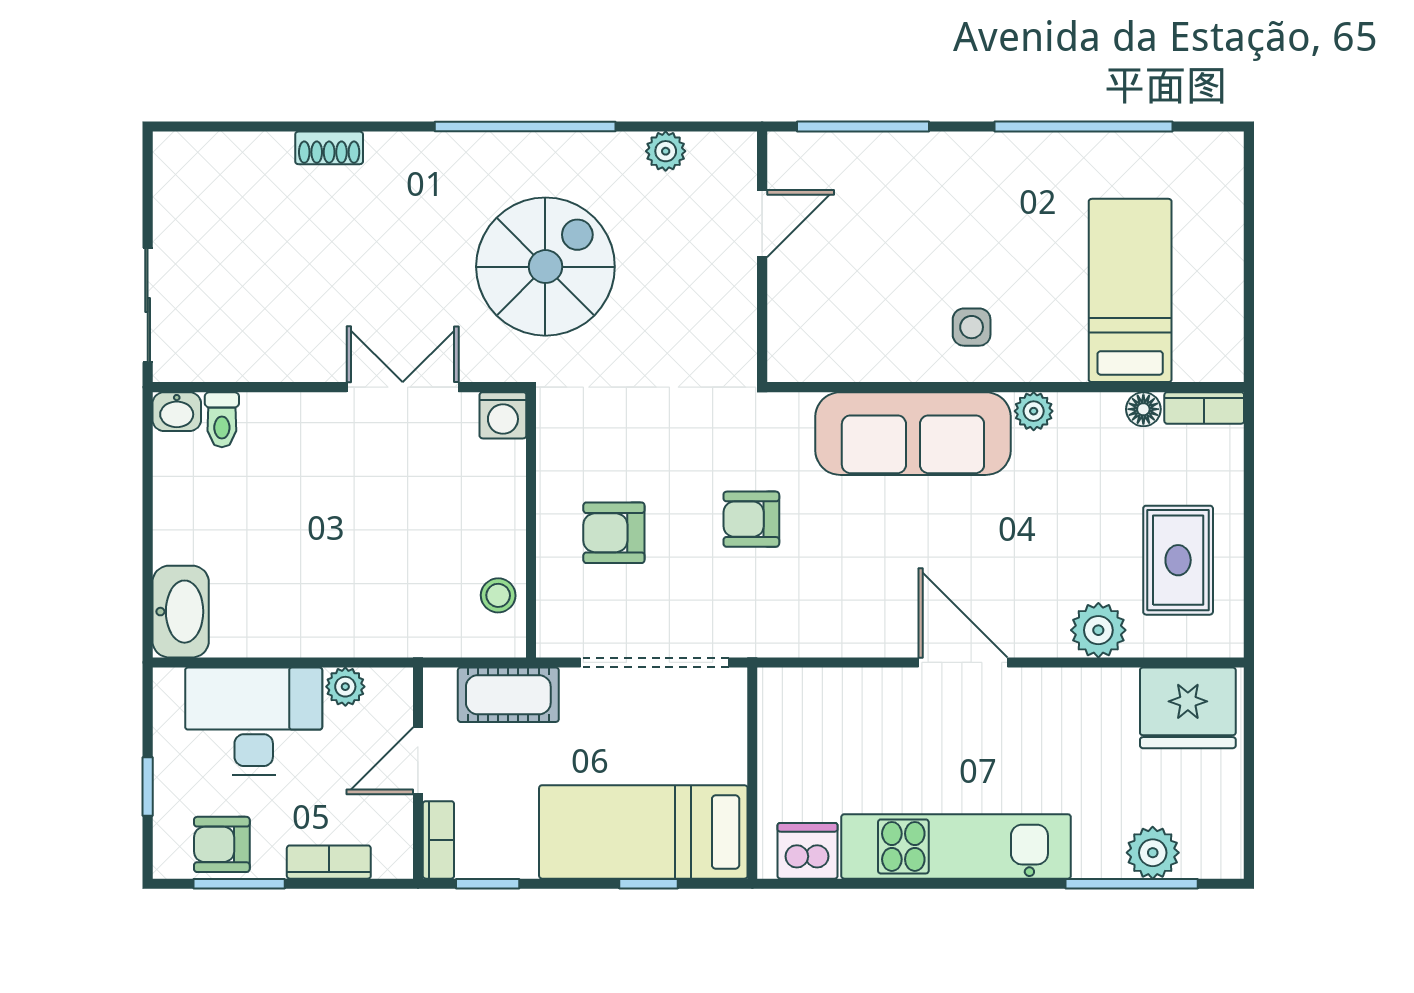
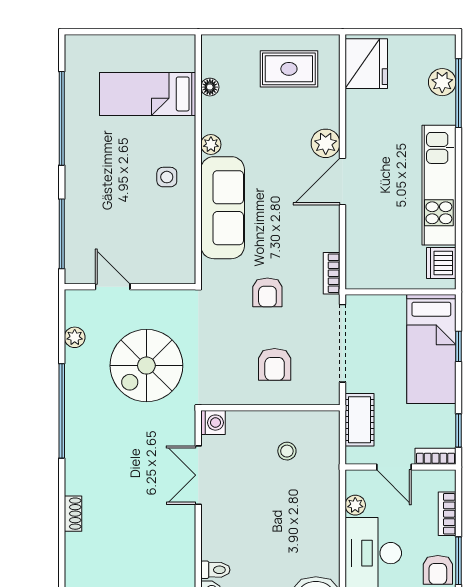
spiral stairs: (545, 267) -> (146, 366), moved, turned -90
bookcase: (1204, 408) -> (332, 273), moved, turned 180
stool: (498, 595) -> (287, 451), moved
plant: (1098, 630) -> (326, 143), moved

